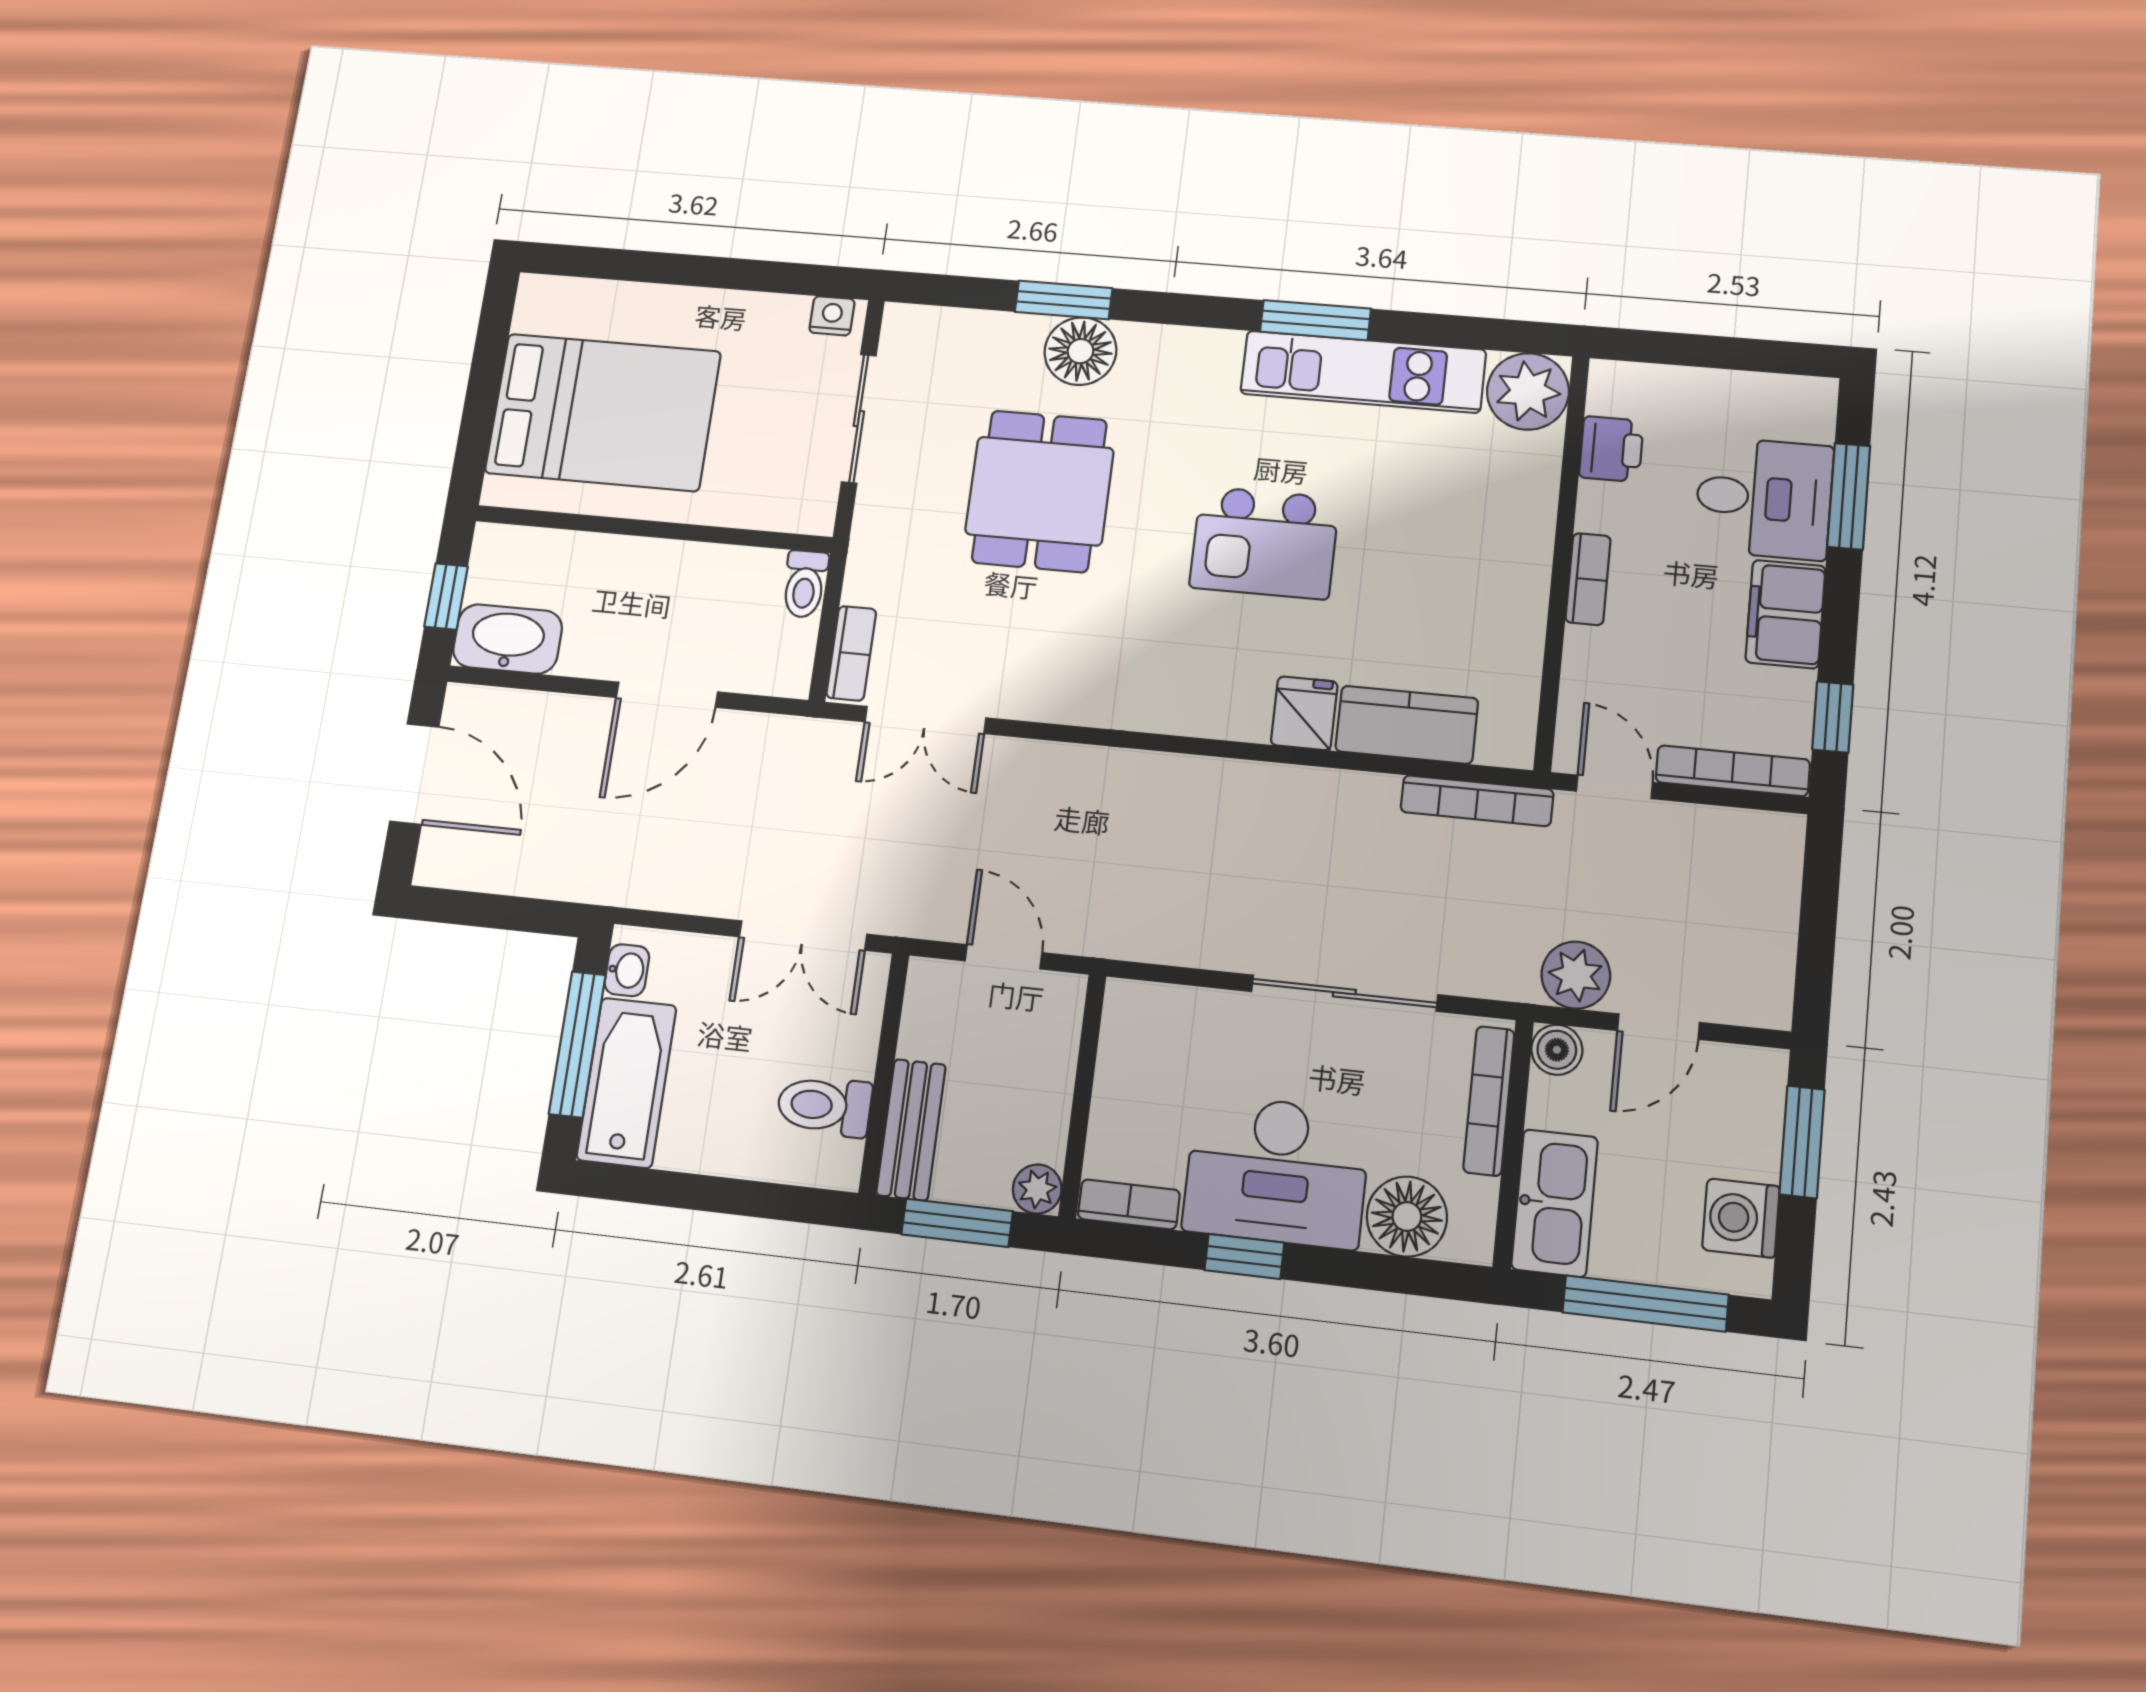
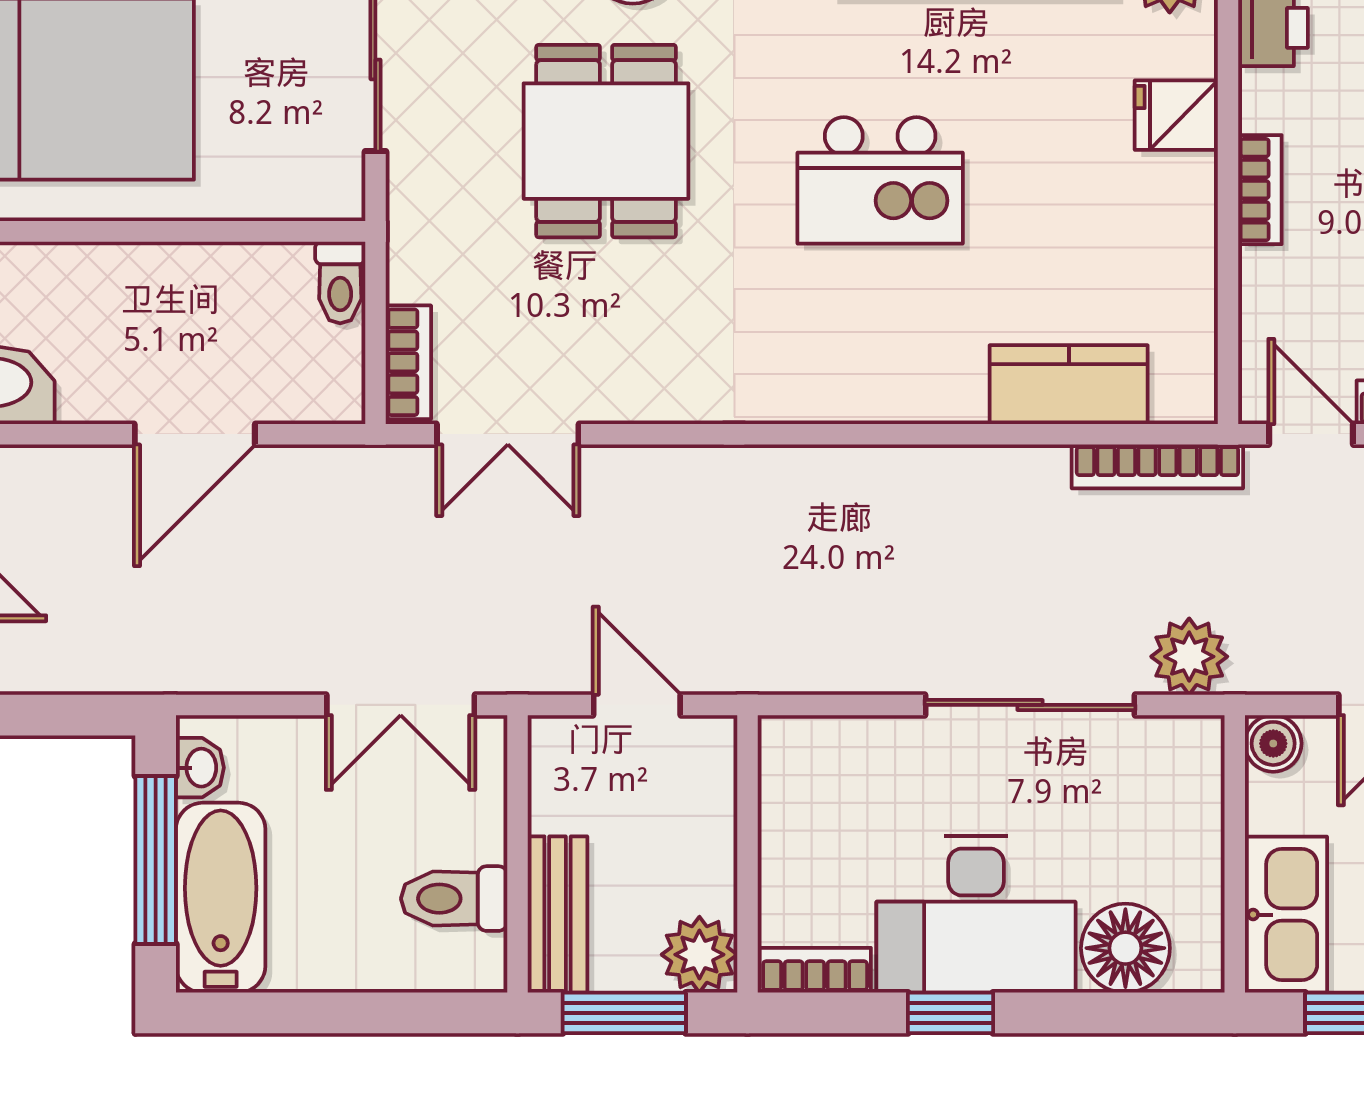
fridge: (1304, 713) -> (1176, 115), moved, turned -90
plant: (1576, 975) -> (1189, 657), moved
bookcase: (1489, 1101) -> (1203, 809), removed
plant: (1037, 1189) -> (699, 955), width x1.38, depth x1.38

